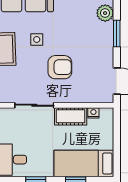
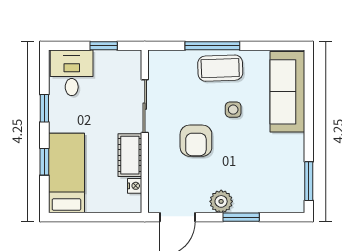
plant: (105, 13) -> (221, 201), moved

